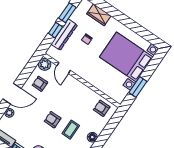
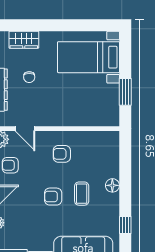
bed with nightstands: (126, 57) -> (89, 57), width x0.73
armchair: (102, 108) -> (62, 154), moved

